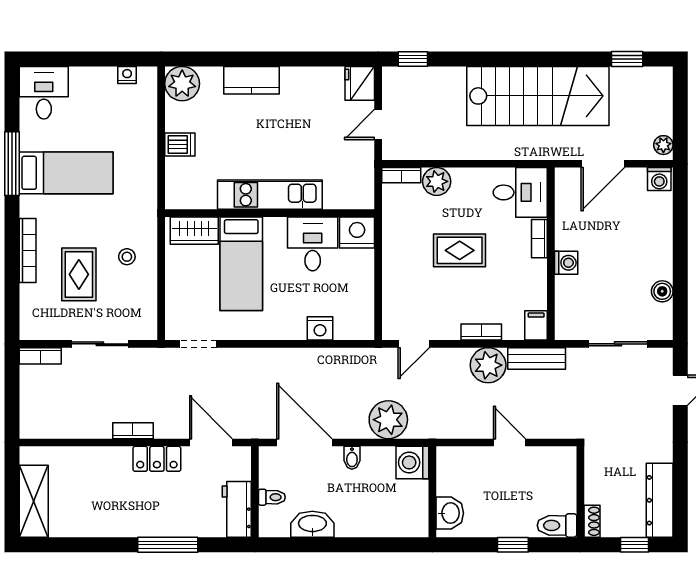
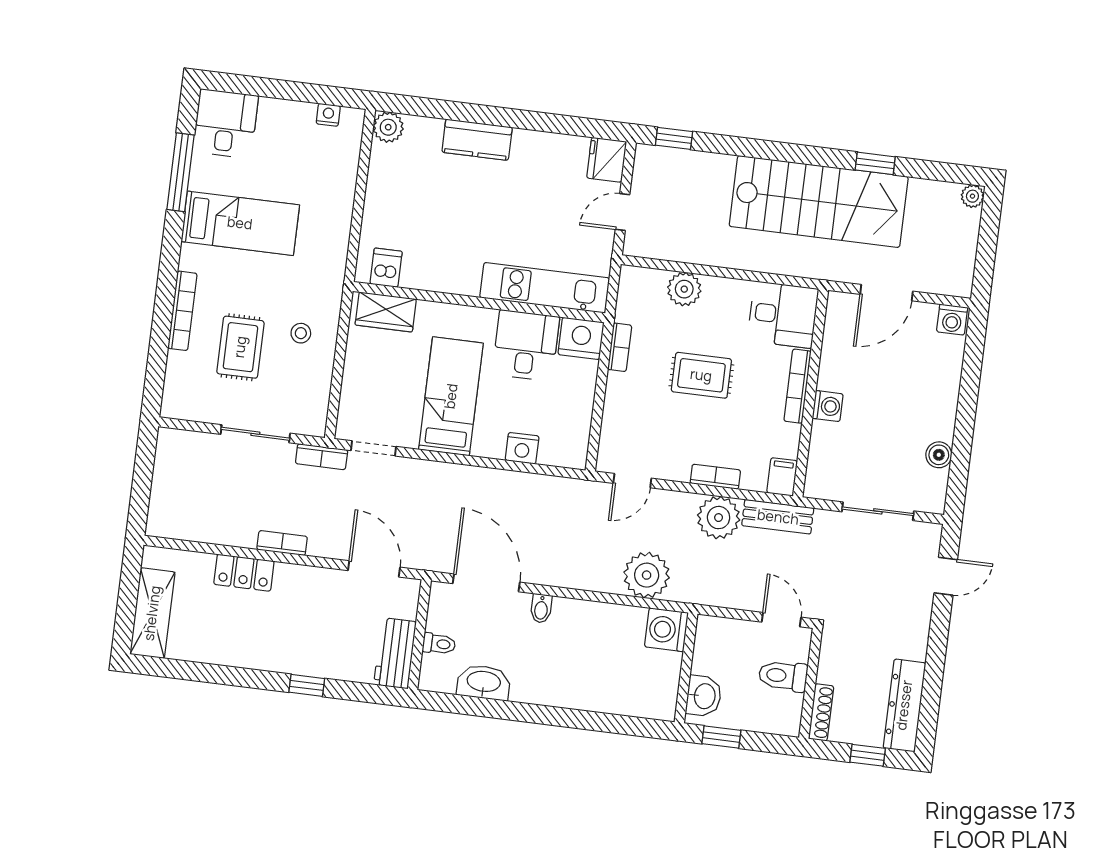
window: (627, 59) -> (875, 163), moved
plant: (182, 84) -> (388, 127), width x0.73, depth x0.73
dishwasher: (180, 144) -> (386, 268), moved, turned -90
plant: (663, 145) -> (972, 196), moved
window: (12, 164) -> (181, 172), moved
bookcase: (401, 175) -> (620, 347), moved, turned -90
kitchen unit: (270, 195) -> (545, 288), moved
bookcase: (539, 239) -> (798, 386), width x1.56
bed: (241, 264) -> (451, 396), moved, turned 180
bookcase: (40, 356) -> (322, 457), moved
plant: (388, 420) -> (647, 575), moved
door: (509, 442) -> (781, 620), moved
locker: (157, 459) -> (244, 573), moved
washing machine: (412, 462) -> (666, 630), moved
wall: (432, 492) -> (686, 668), moved
washbasin: (450, 513) -> (704, 696), moved
shoe rack: (592, 521) -> (821, 712), width x1.43
toilet: (557, 525) -> (783, 676), moved
window: (168, 545) -> (307, 685), width x0.46

